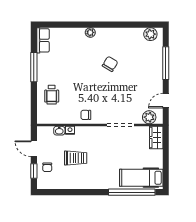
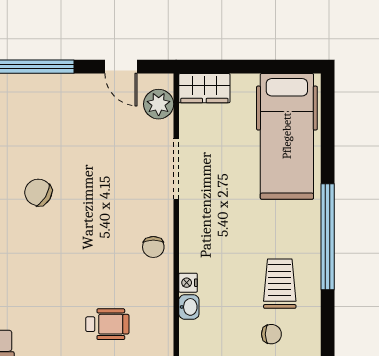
trolley: (76, 158) -> (280, 284), moved
hospital bed: (141, 178) -> (287, 136), width x1.37, depth x1.29
window: (132, 192) -> (328, 237), moved

